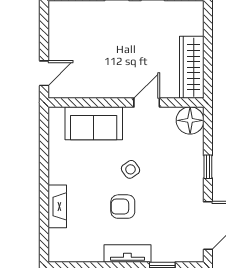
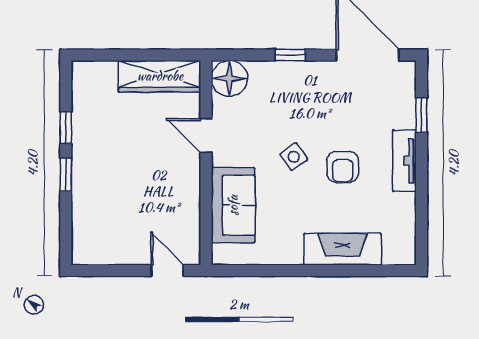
fireplace: (57, 206) -> (343, 249), width x1.37, depth x1.32

